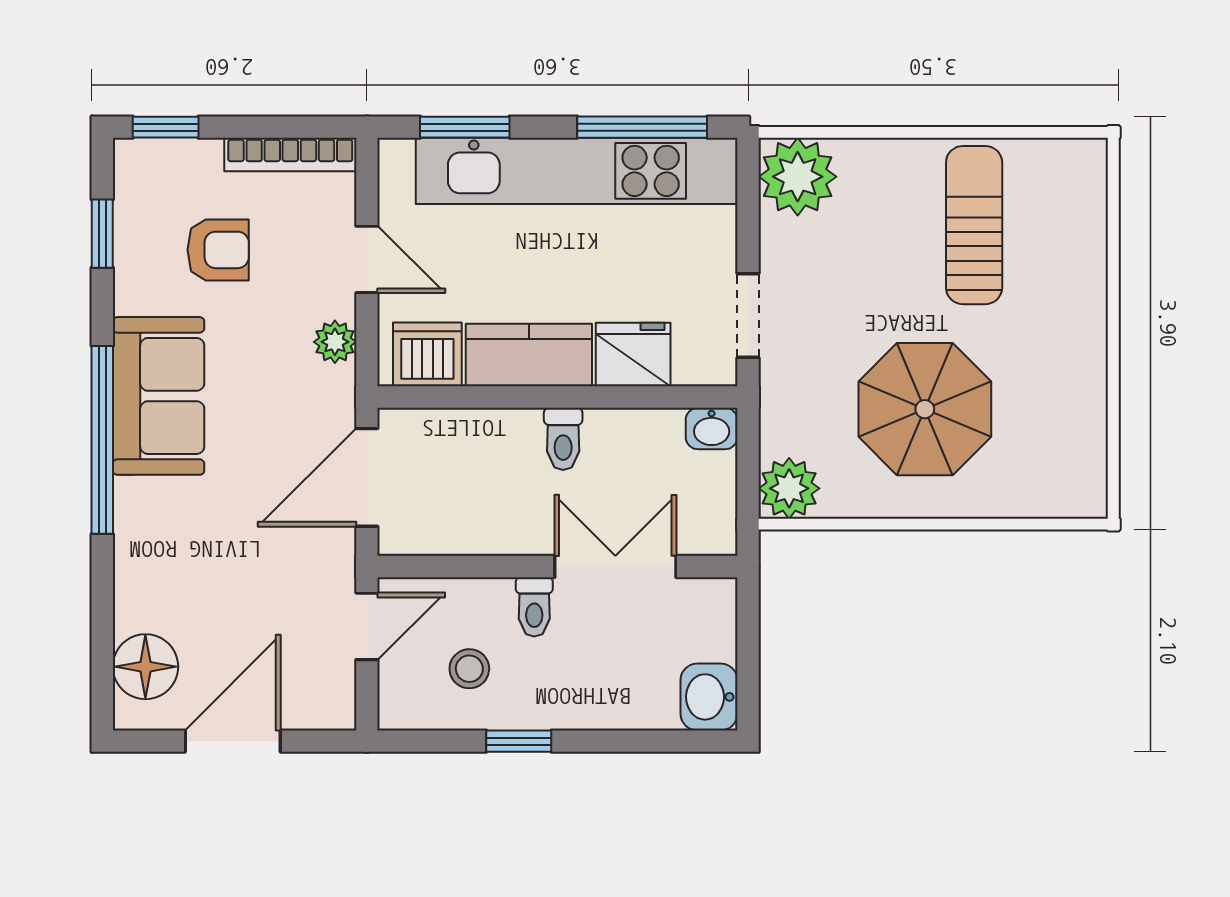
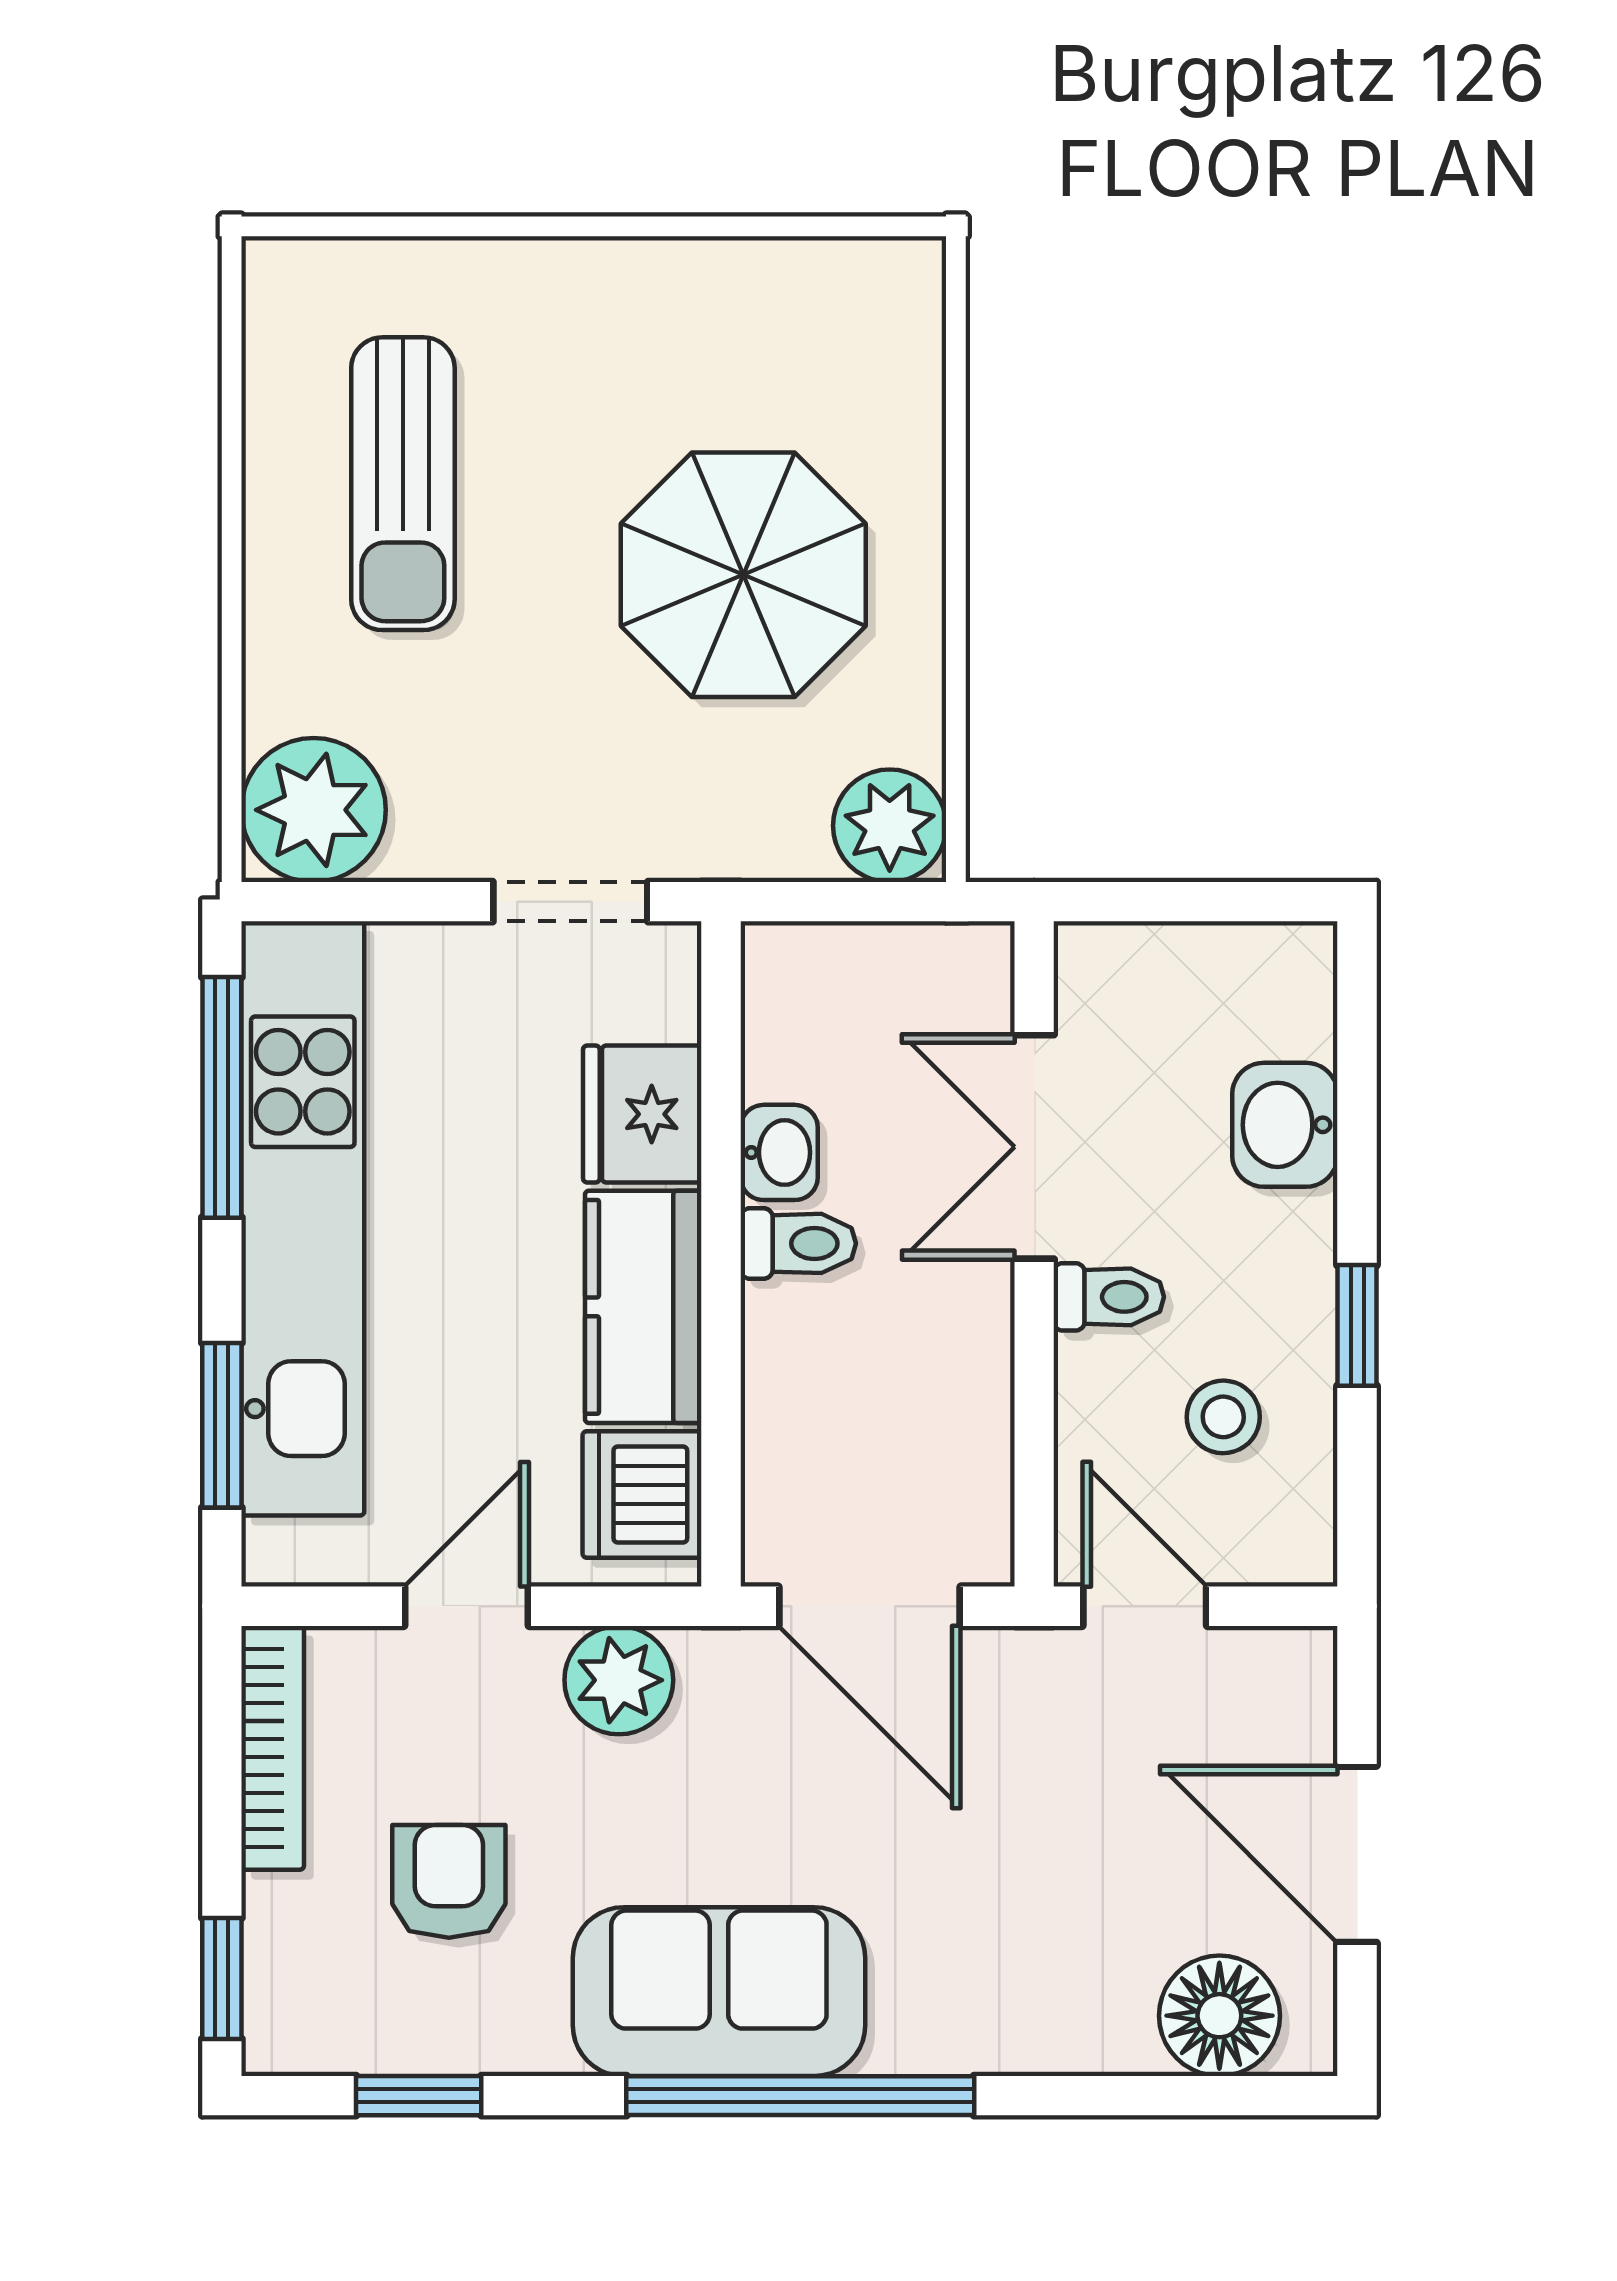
sun lounger: (974, 225) -> (403, 484), turned -90
plant: (335, 342) -> (619, 1680), width x1.38, depth x1.38
washbasin: (712, 429) -> (779, 1152), moved
washbasin: (709, 697) -> (1285, 1125), moved, turned 90

